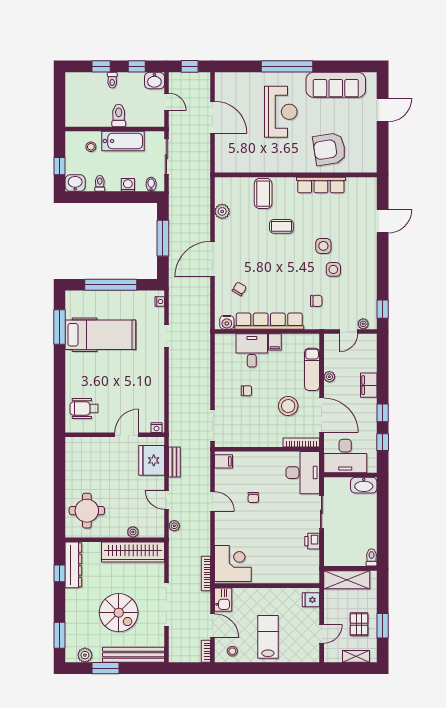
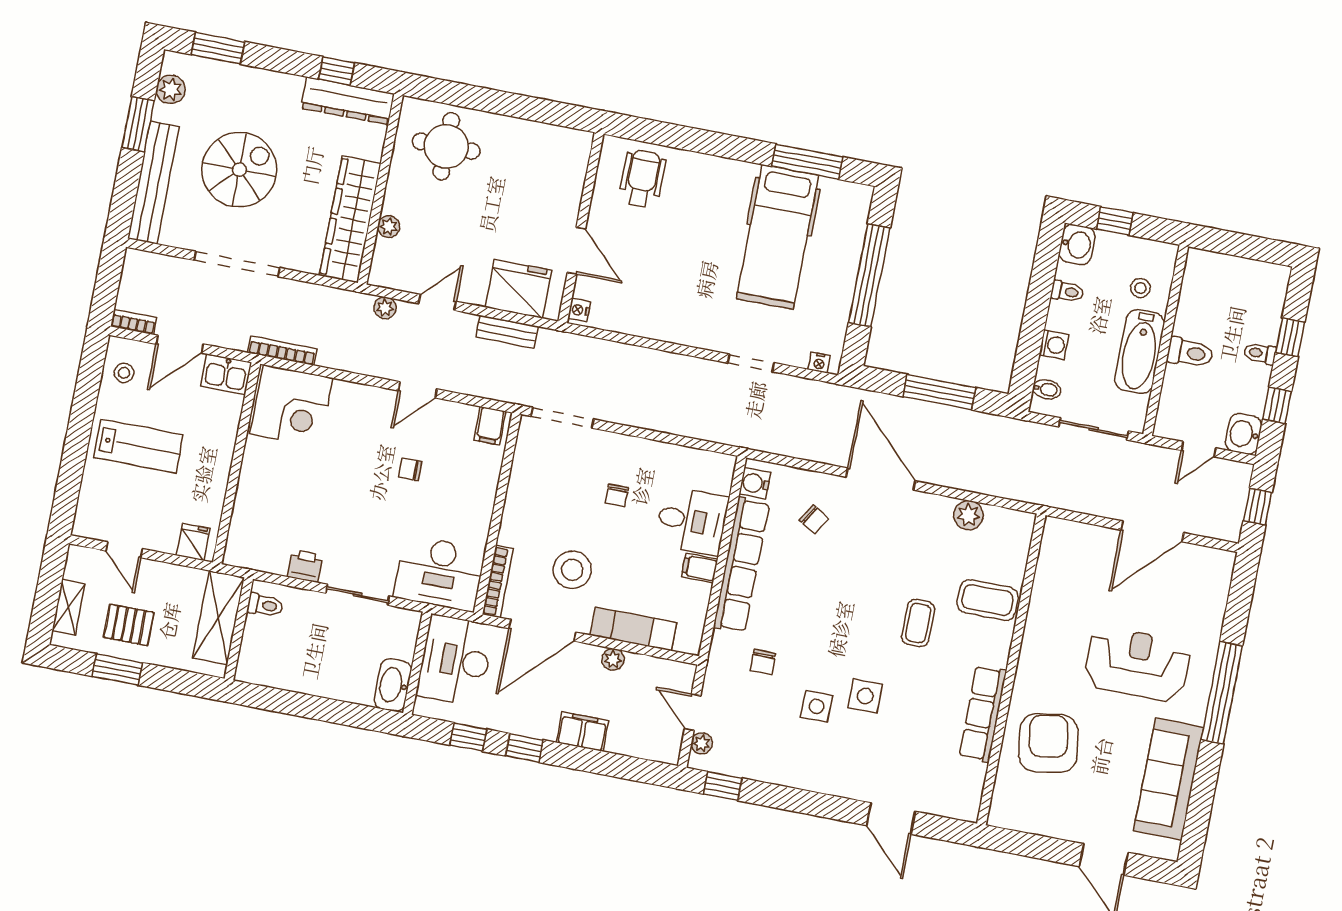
reception desk: (281, 112) -> (1137, 664), turned 180
toilet: (372, 557) -> (265, 605), moved
spiral stairs: (119, 613) -> (239, 170), turned 180

